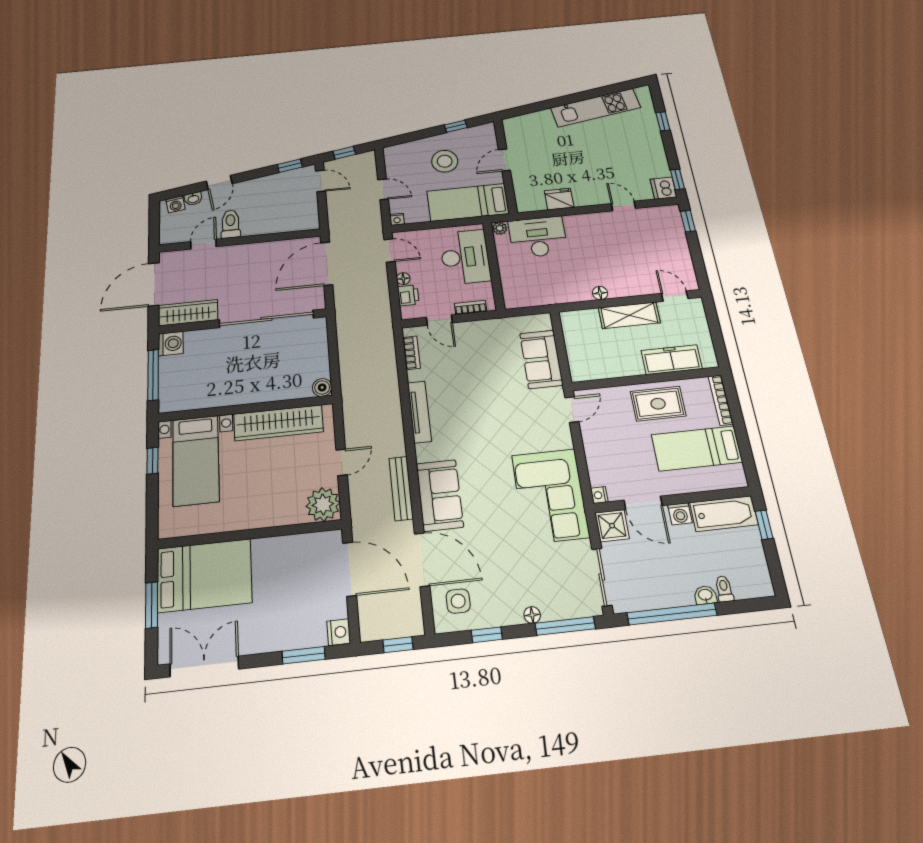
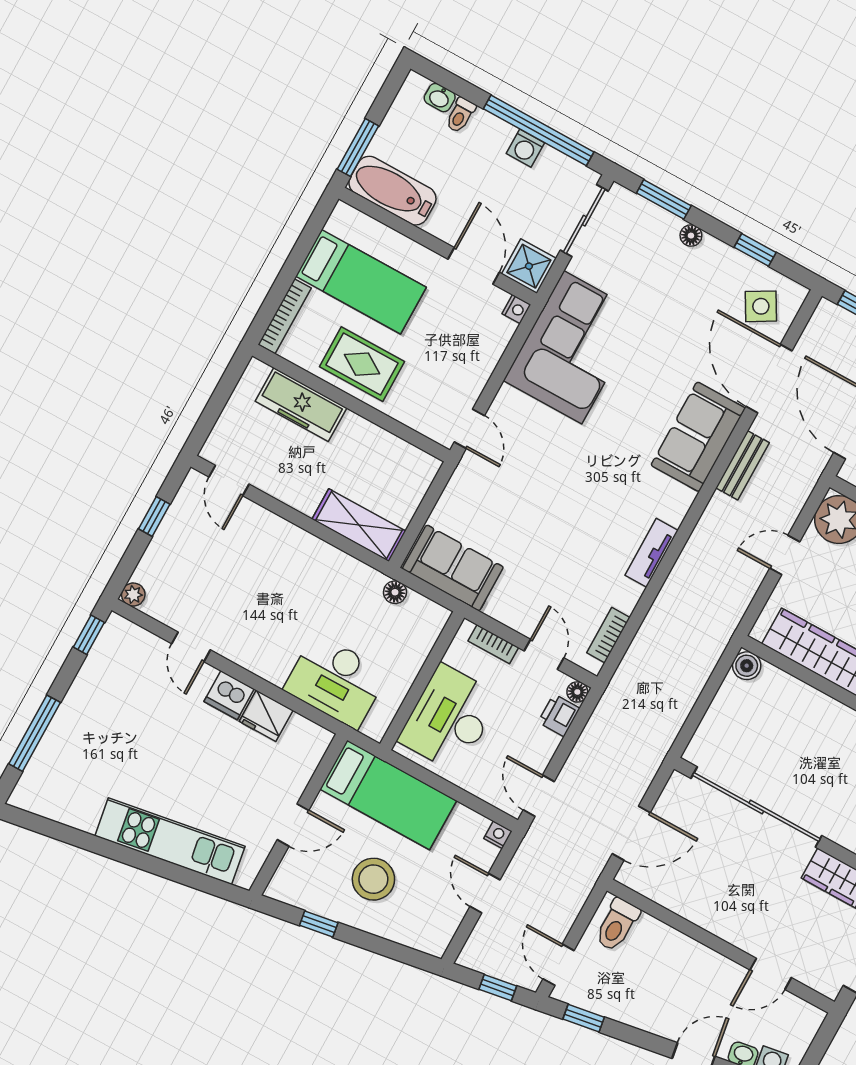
kitchen unit: (596, 108) -> (170, 841), moved
window: (663, 121) -> (35, 733), width x2.17
dishwasher: (663, 188) -> (229, 695), moved, turned 90
window: (688, 221) -> (154, 516), moved
toilet: (230, 224) -> (617, 925), moved
plant: (500, 228) -> (133, 595), moved
door: (327, 264) -> (631, 833), width x0.73
floor lamp: (403, 279) -> (577, 692), moved
floor lamp: (600, 293) -> (395, 592), moved
shelving: (629, 315) -> (359, 525), moved
sofa: (541, 359) -> (453, 568), moved, turned -90
door: (572, 410) -> (469, 429), swing flipped
tv unit: (419, 412) -> (652, 553), width x0.71
bench: (401, 488) -> (743, 465), width x0.73
washing machine: (680, 514) -> (525, 148), moved, turned 180
window: (764, 525) -> (358, 148), width x1.50
washbasin: (705, 595) -> (440, 98), moved
side table: (458, 601) -> (761, 306), turned -30
window: (565, 626) -> (664, 199), width x0.69

